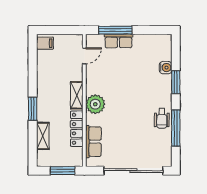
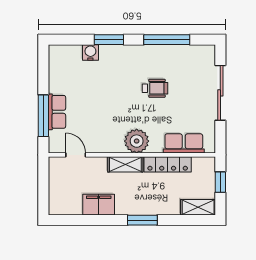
filing cabinet: (45, 43) -> (99, 205), moved, width x2.00
wheelchair: (162, 118) -> (155, 88), moved
shelving: (43, 136) -> (198, 207), moved
window: (63, 171) -> (220, 182), width x0.67
sliding door: (133, 171) -> (220, 93), width x0.73

